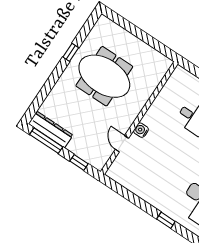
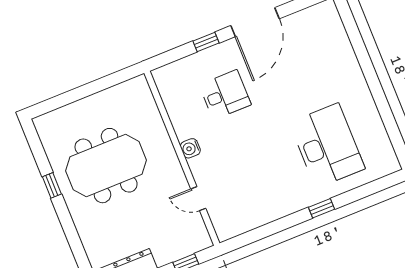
water cooler: (141, 130) -> (190, 148), moved

